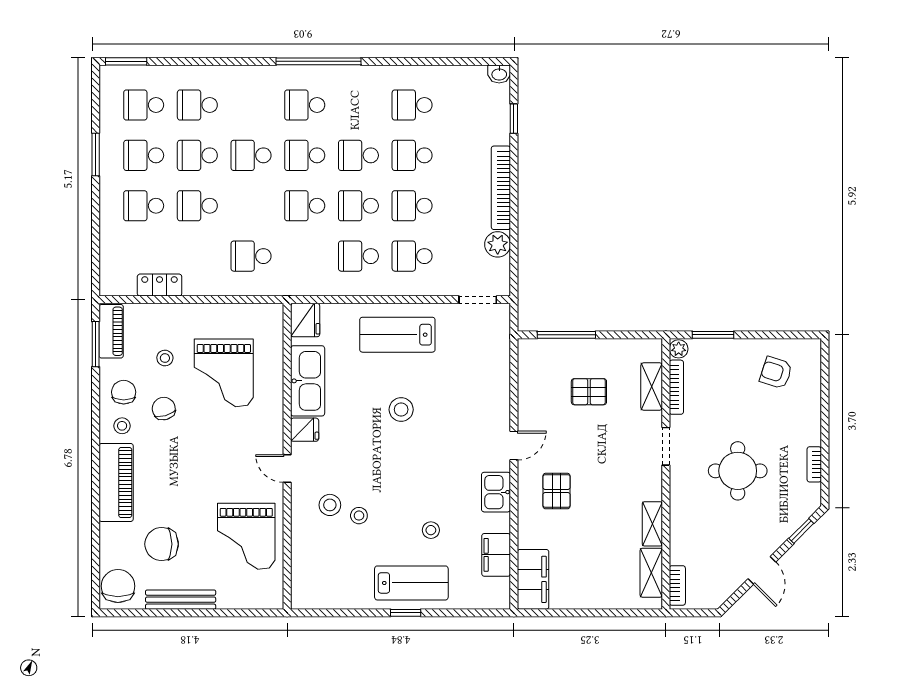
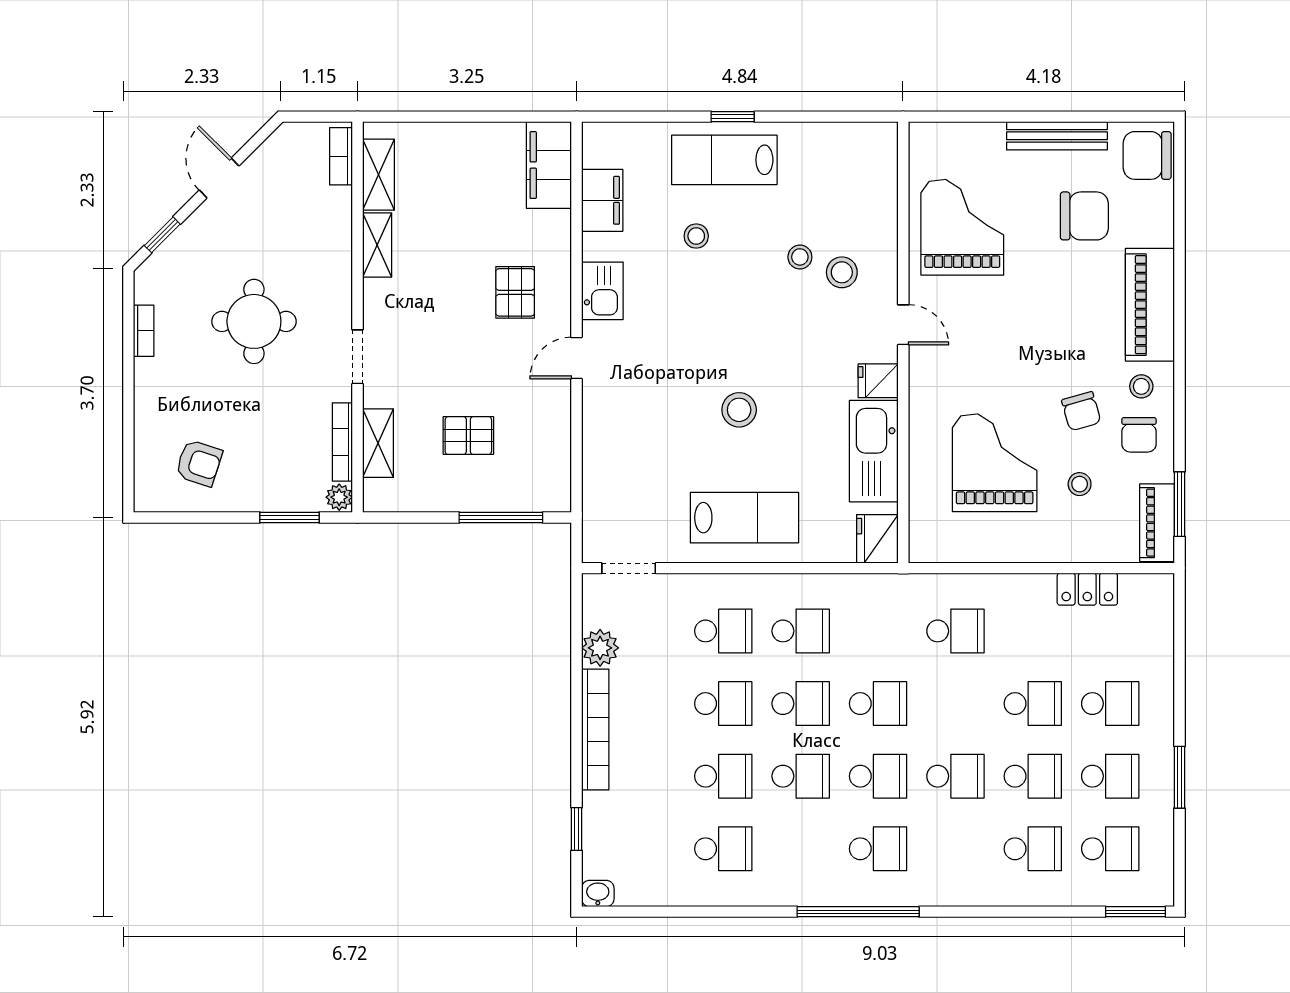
chair: (118, 586) -> (1147, 155), turned 90

